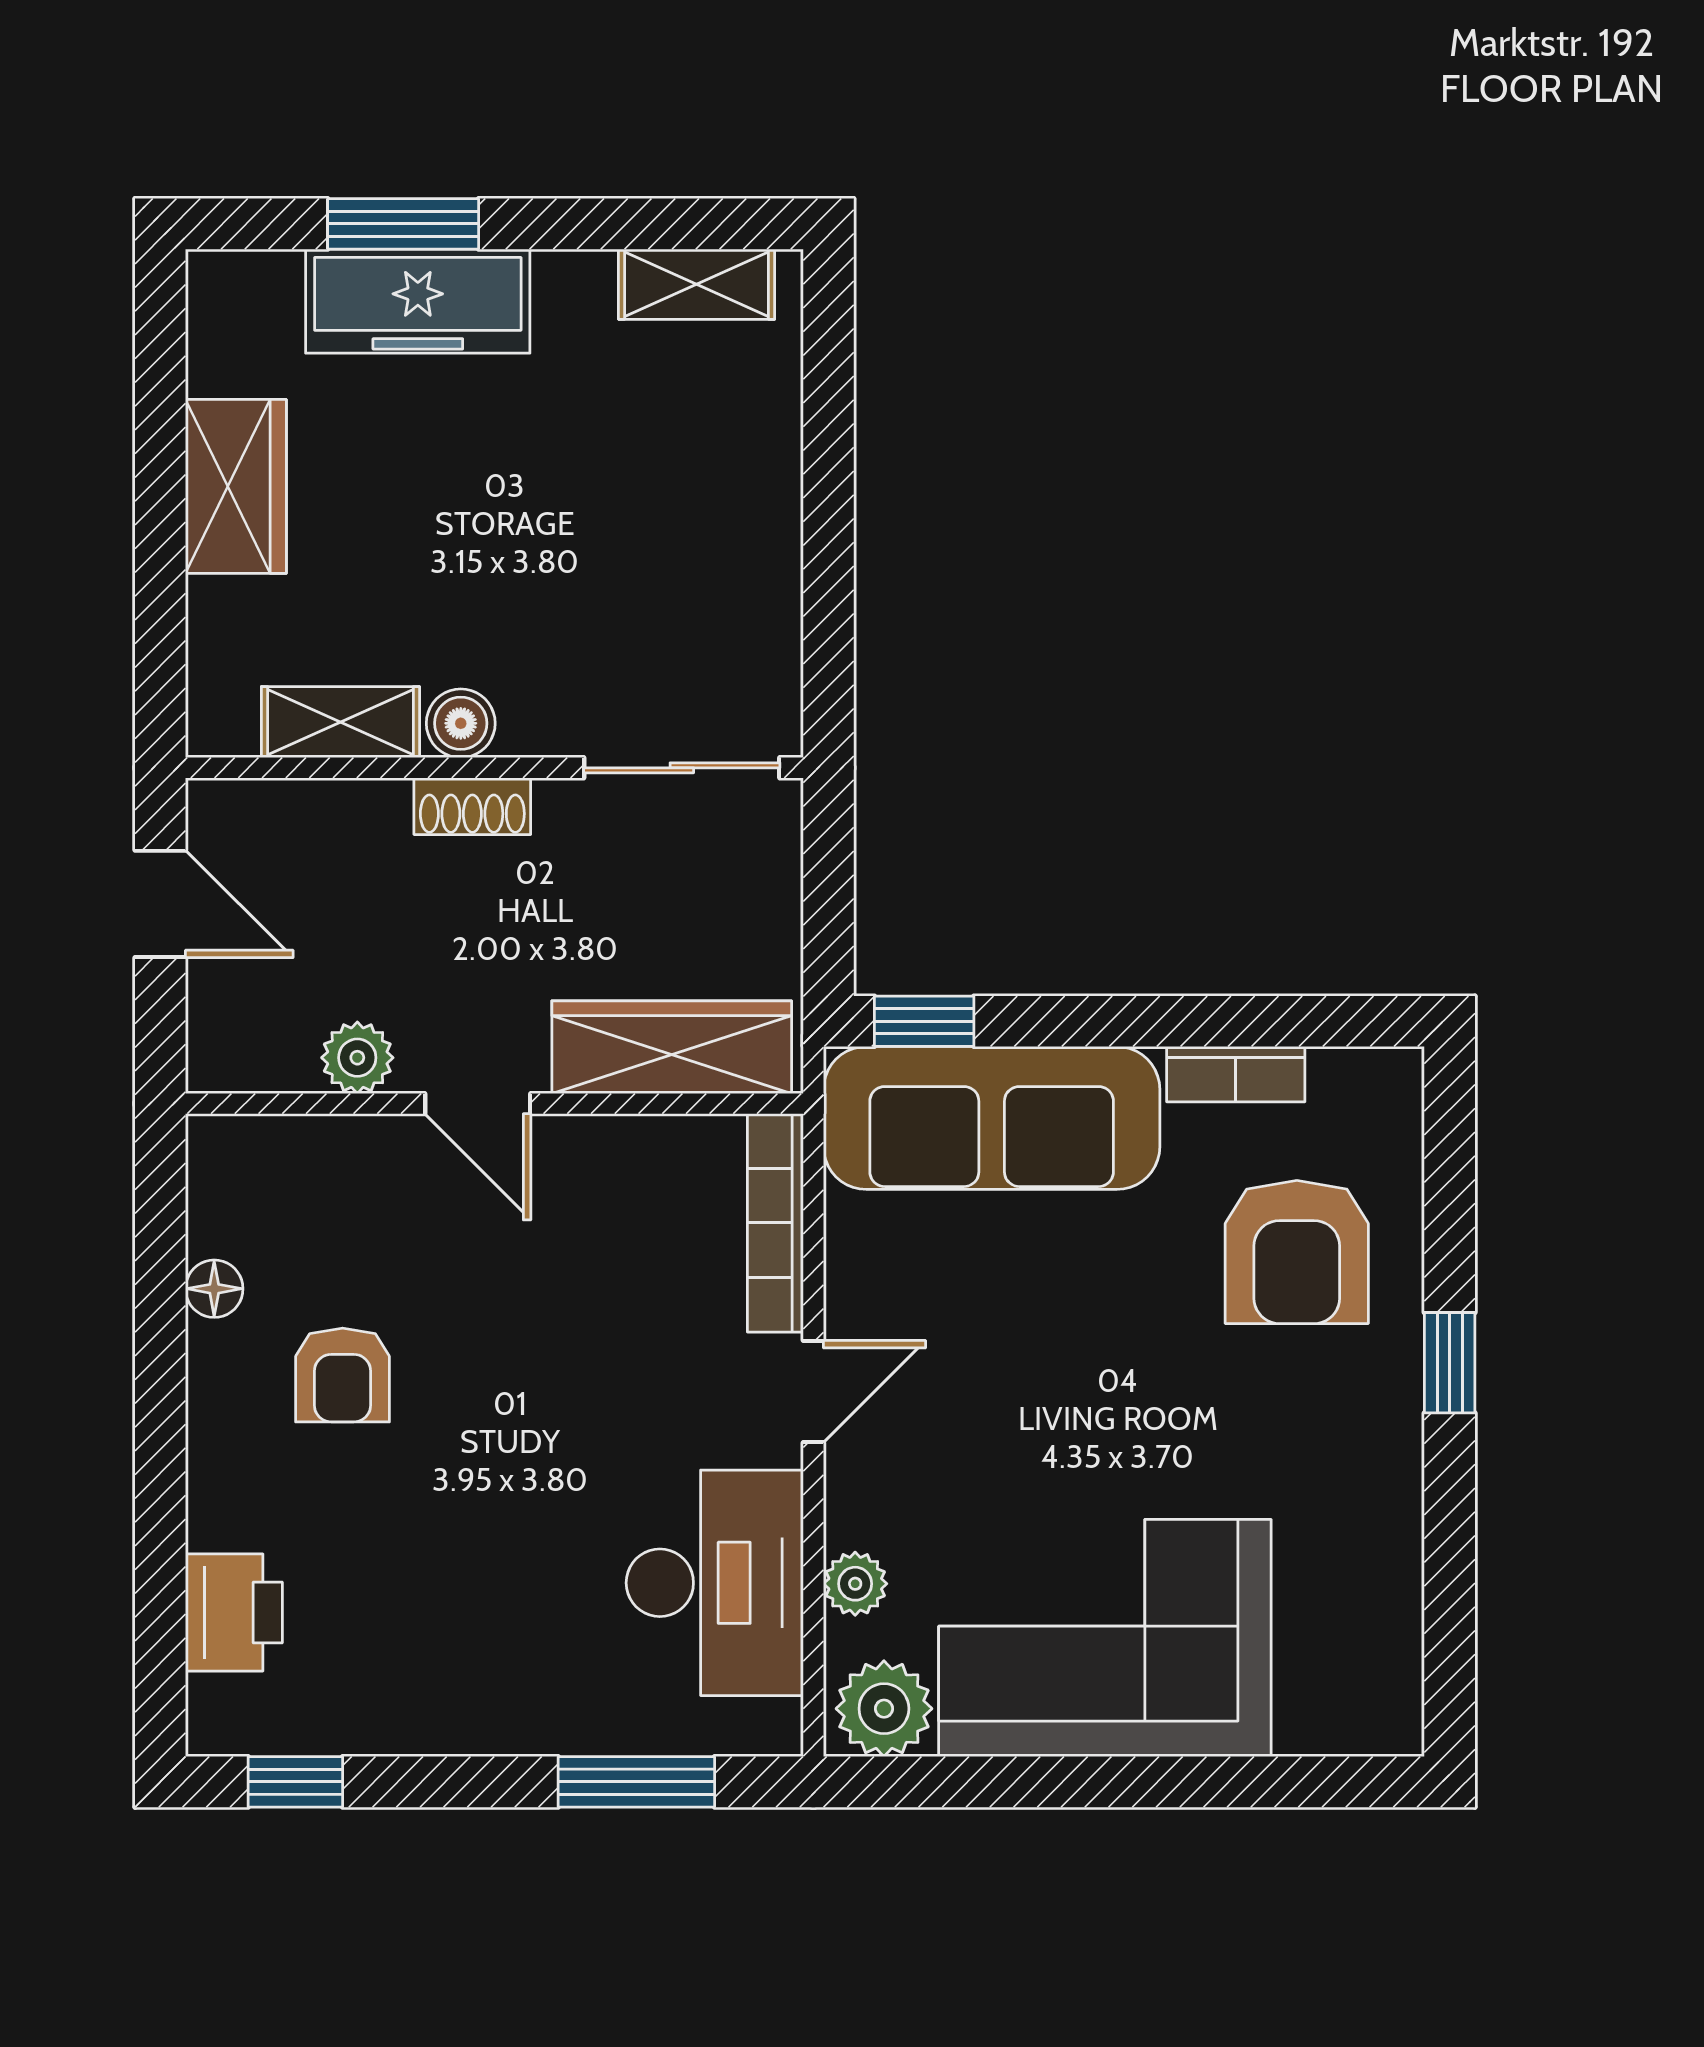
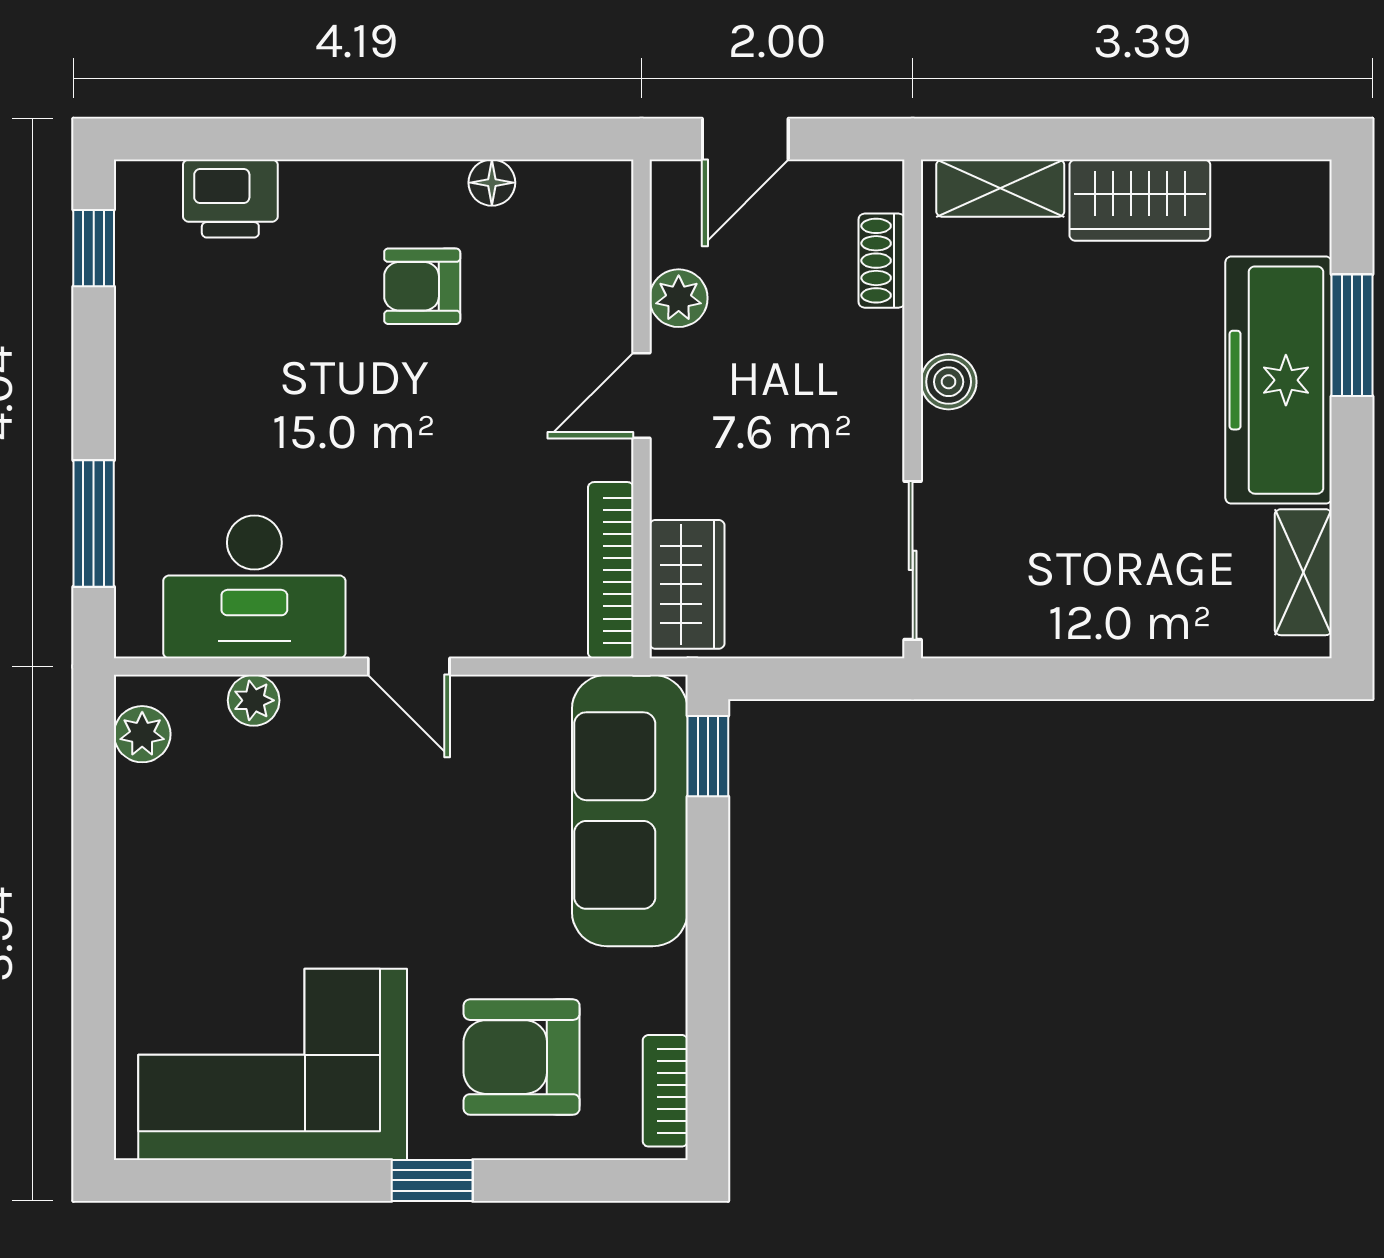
freezer: (418, 301) -> (1279, 380), width x1.36, depth x1.26
shelving: (340, 722) -> (1000, 188), moved, turned 90
shoe rack: (472, 806) -> (882, 261), moved
door: (160, 904) -> (745, 139), moved
wardrobe: (672, 1047) -> (687, 584), width x0.67
bookcase: (1236, 1074) -> (665, 1091), moved
bookcase: (775, 1223) -> (611, 570), moved, turned -90
corner sofa: (1105, 1638) -> (273, 1064), moved, turned -90
plant: (884, 1709) -> (142, 734), width x0.73, depth x0.73

